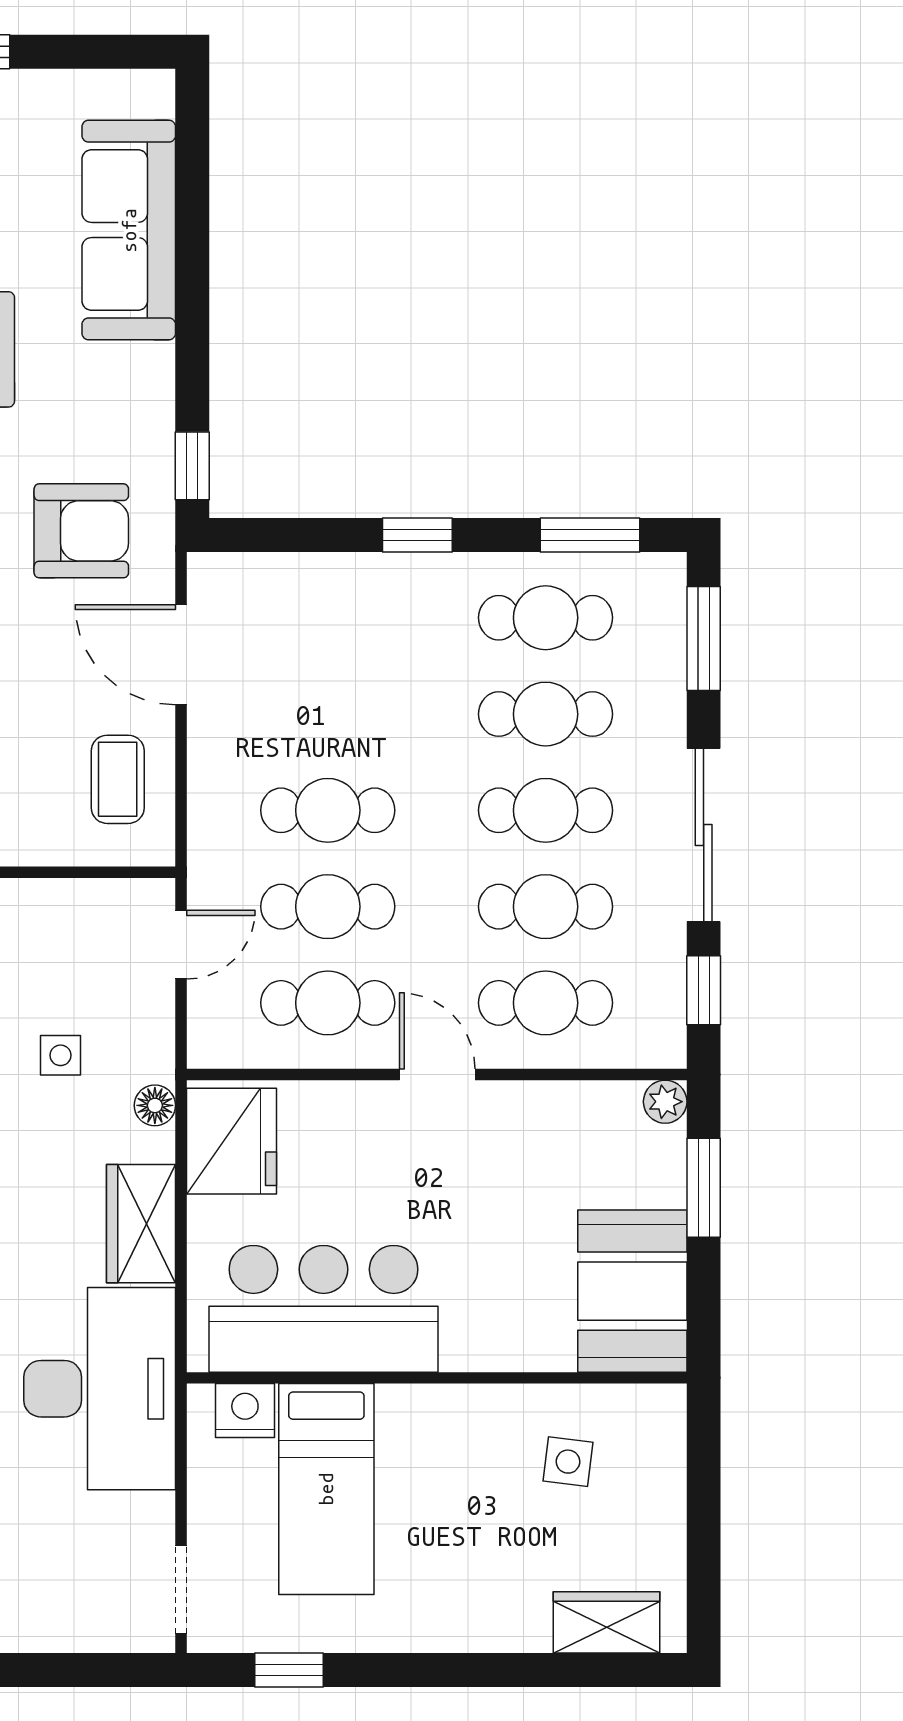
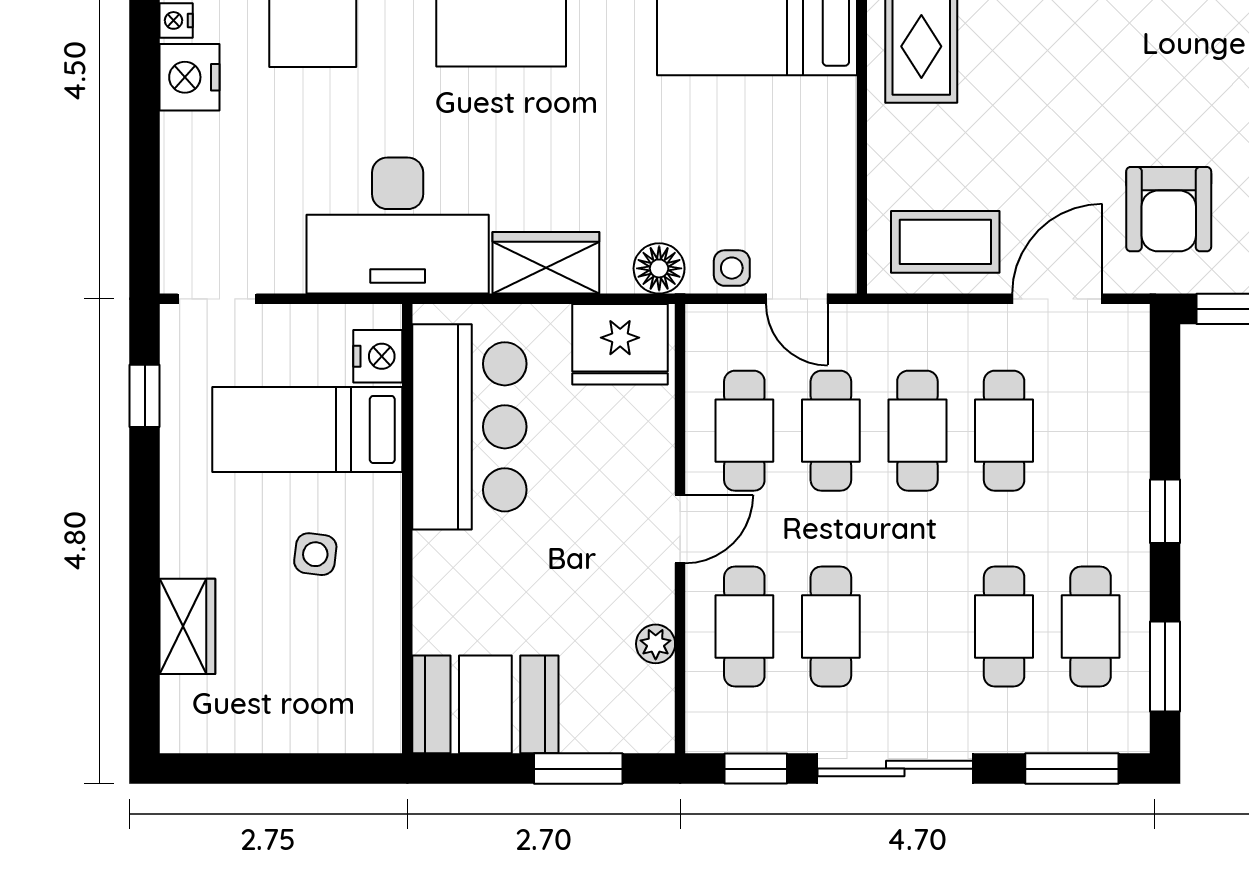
coffee table: (118, 779) -> (945, 242), width x1.36, depth x1.30
cafe table: (546, 810) -> (1004, 431), moved
side table: (60, 1055) -> (732, 268), moved
plant: (665, 1102) -> (656, 644), moved
floor lamp: (155, 1105) -> (659, 268), width x1.37, depth x1.37
side table: (568, 1462) -> (315, 554), moved
wardrobe: (607, 1622) -> (187, 626), moved

